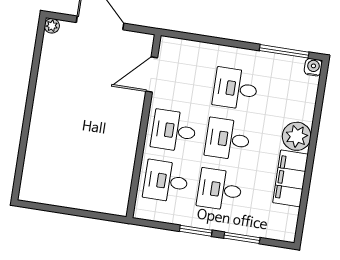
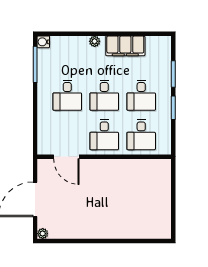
plant: (297, 136) -> (95, 41), width x0.53, depth x0.53

